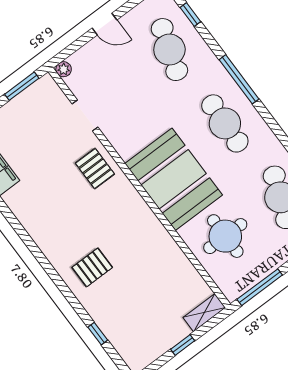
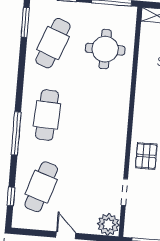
plant: (64, 69) -> (108, 224), width x1.88, depth x1.88
booth: (174, 179) -> (106, 109), removed

